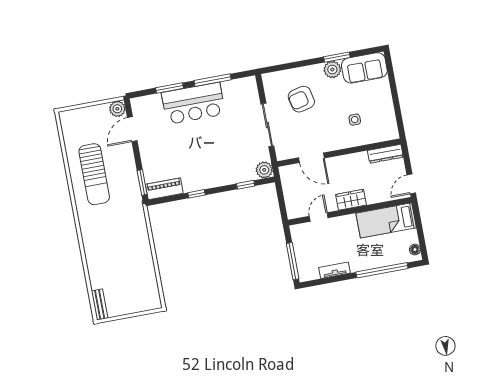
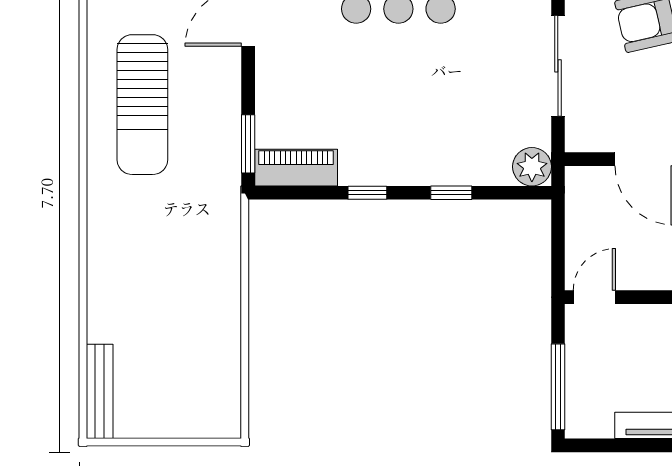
window: (246, 185) -> (451, 193), moved
door: (319, 217) -> (594, 297), moved
bench: (100, 304) -> (100, 391), width x1.36

